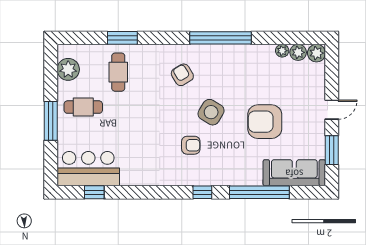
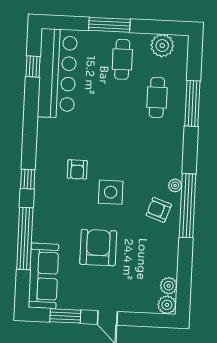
window: (122, 38) -> (192, 103), width x1.44
plant: (282, 51) -> (175, 185), moved
cafe table: (118, 72) -> (157, 98), turned 90
armchair: (182, 75) -> (159, 210), moved, turned -130
side table: (211, 112) -> (111, 192), turned -31
bar counter: (88, 169) -> (57, 73), width x1.36

